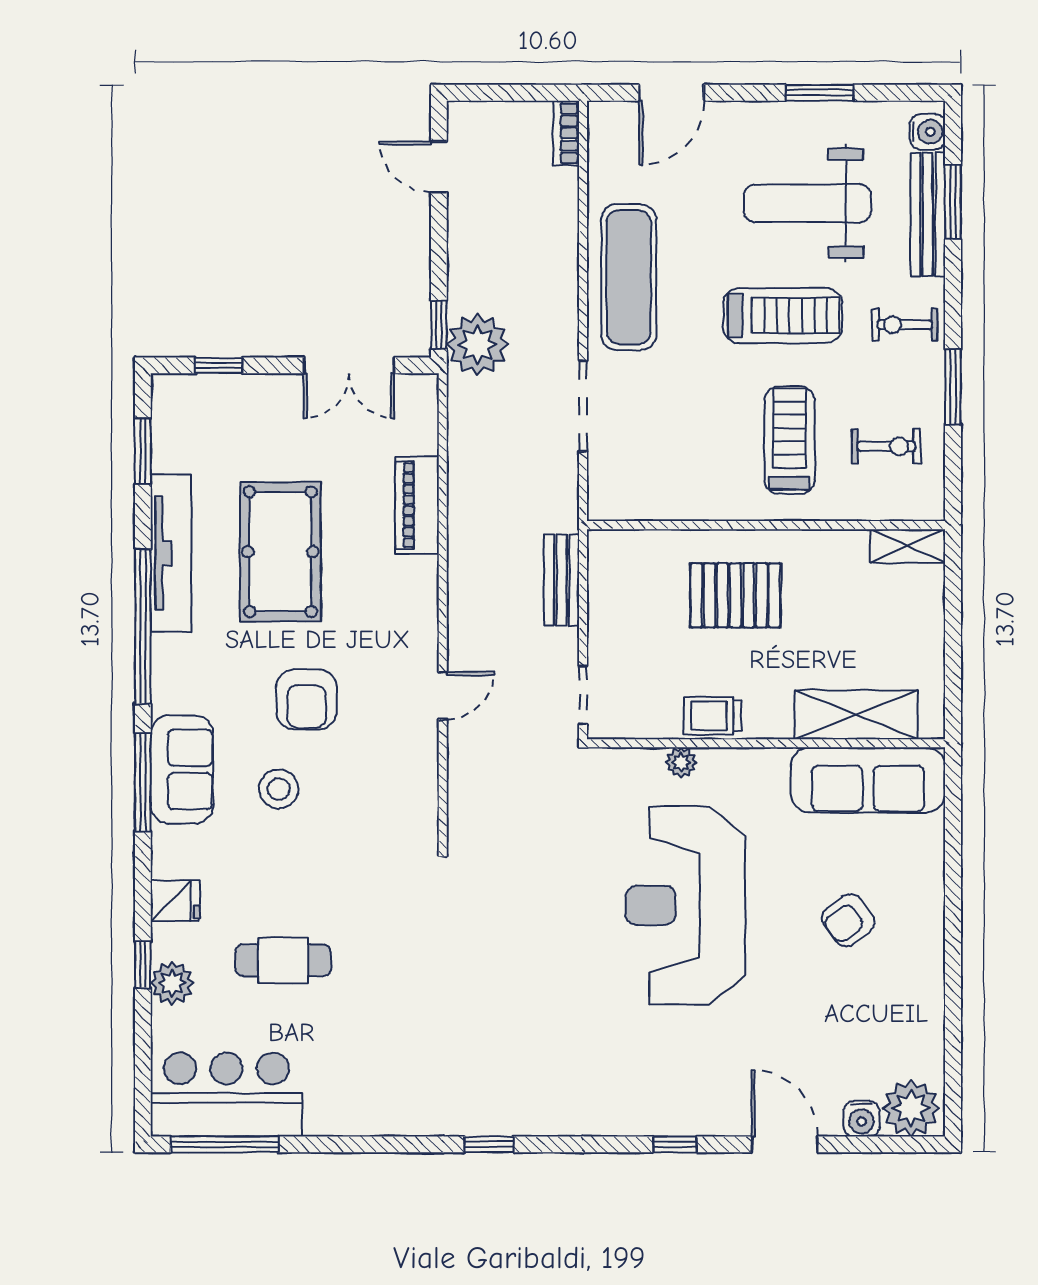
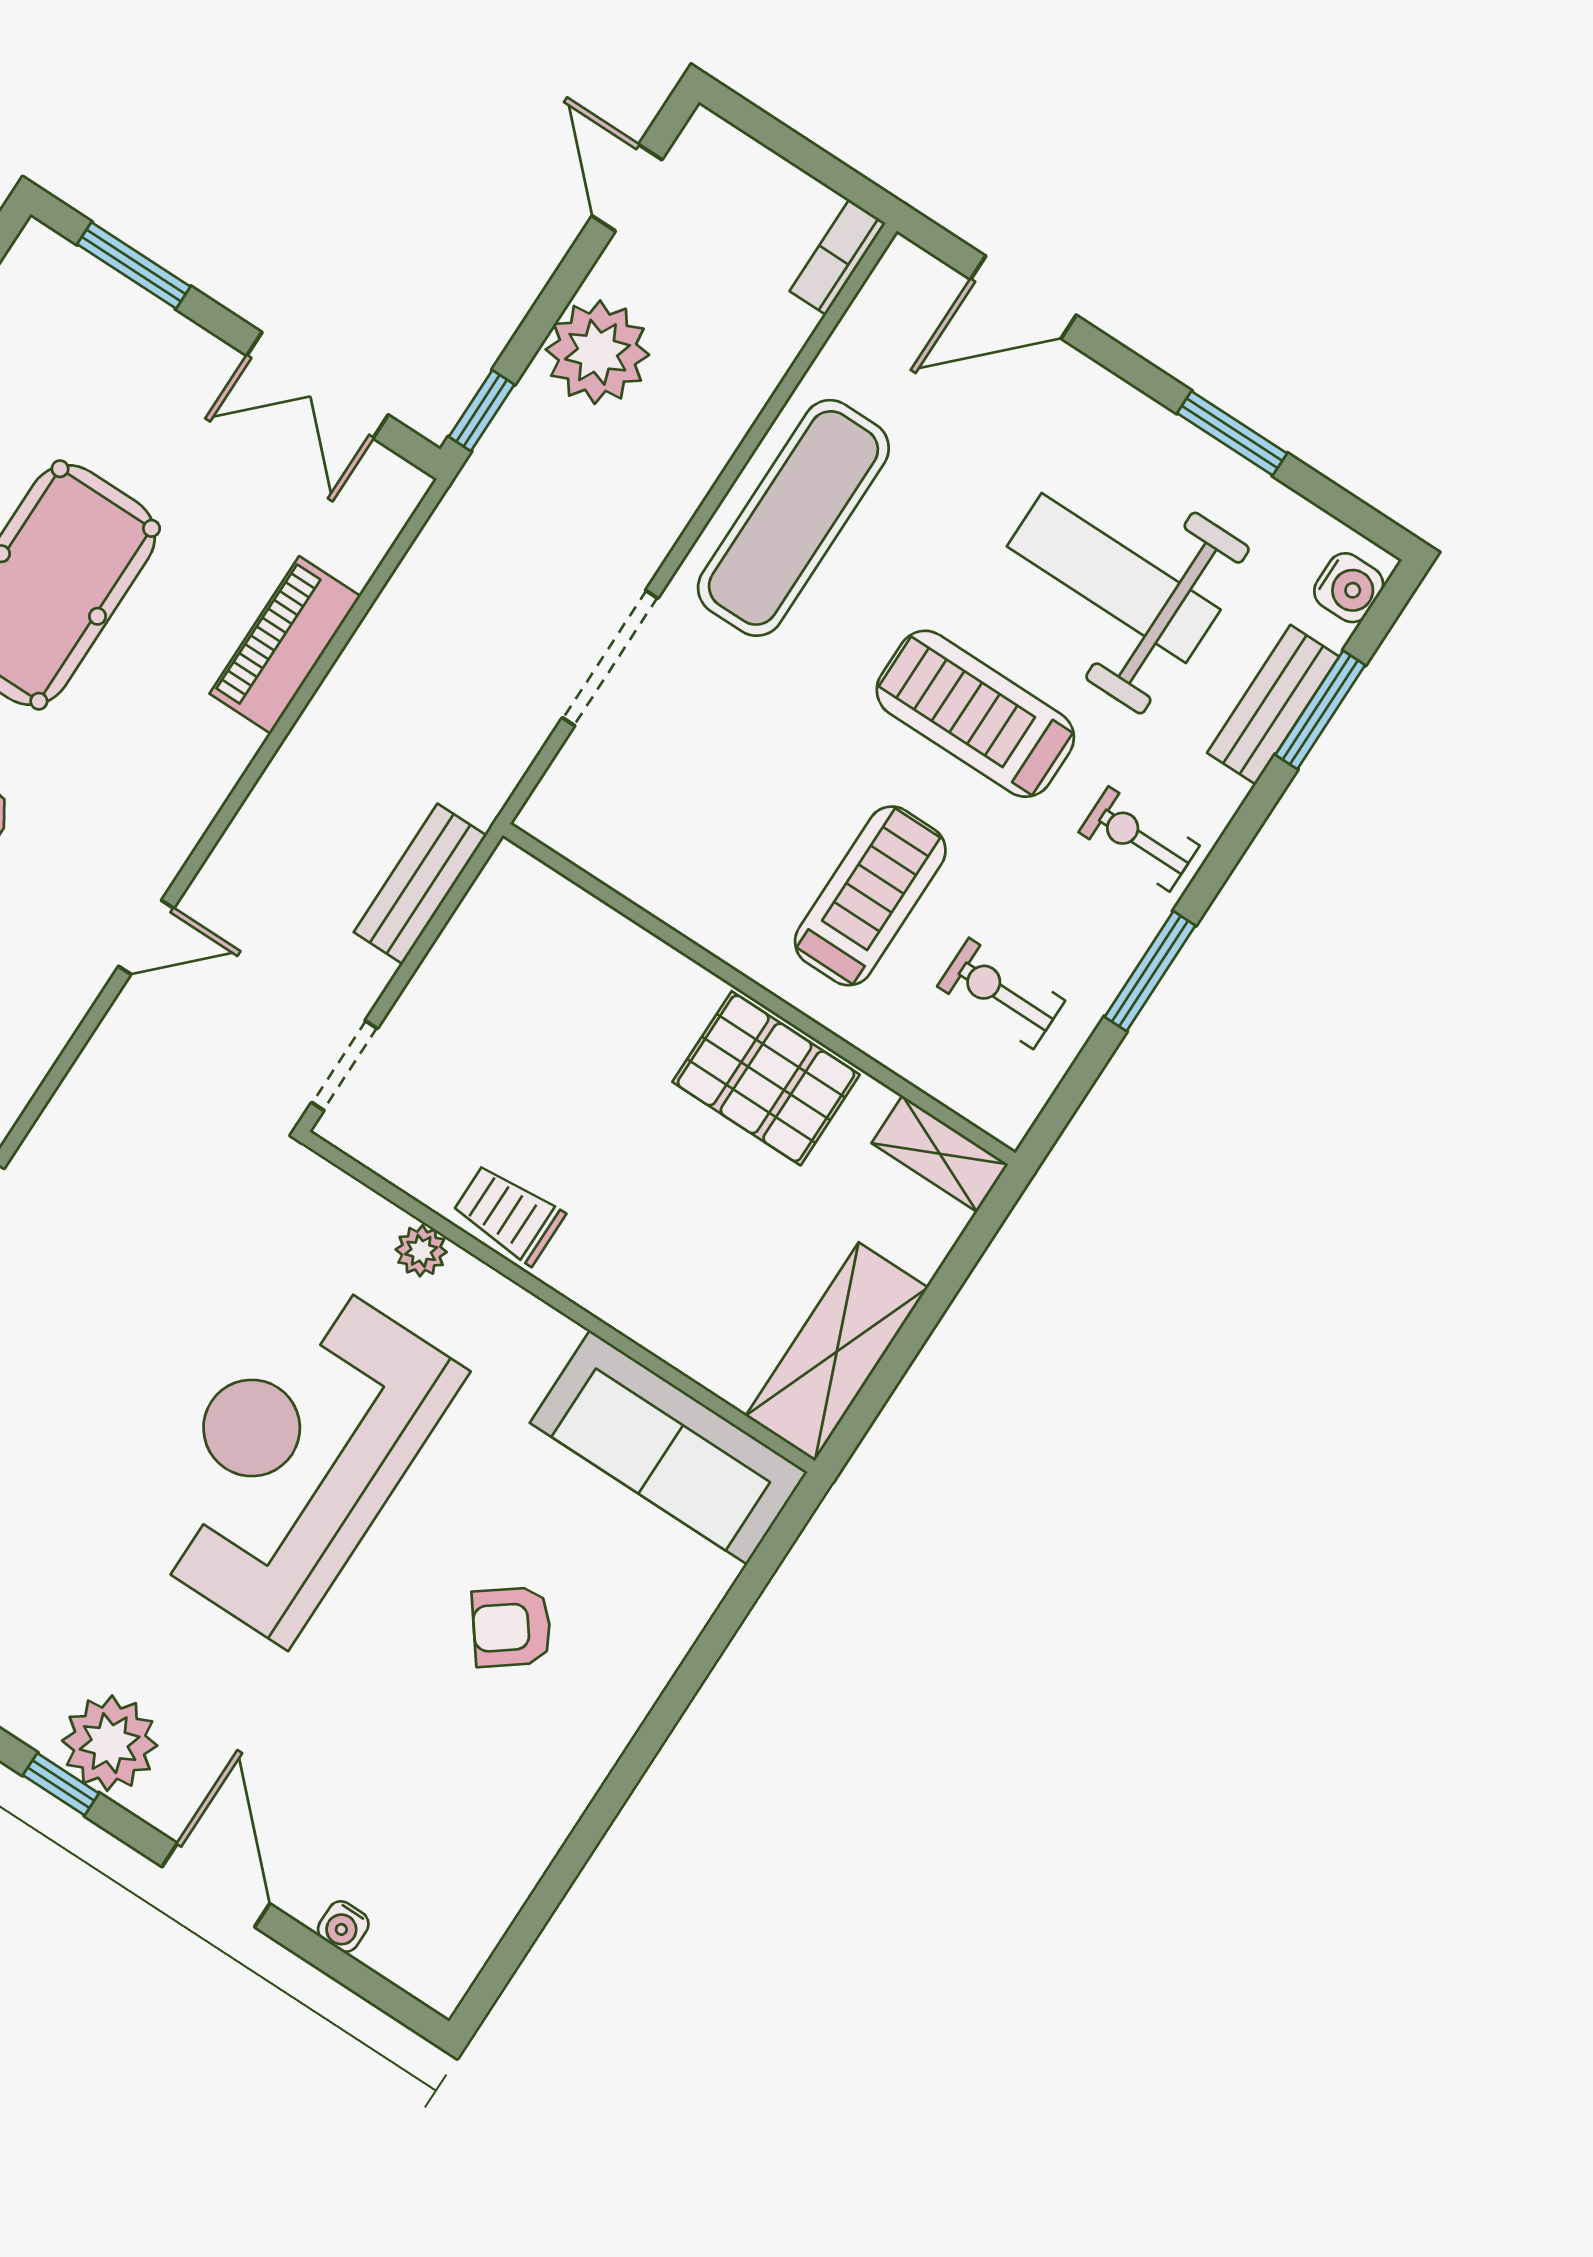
bench: (928, 214) -> (1273, 705), width x0.73
treadmill: (783, 316) -> (975, 714), turned 180
plant: (477, 345) -> (597, 352), moved
window: (219, 365) -> (134, 265), width x1.50
exercise bike: (886, 446) -> (1001, 993), turned 180
pallet: (736, 595) -> (766, 1078), moved
shelving: (856, 715) -> (837, 1352), moved, turned 90
plant: (911, 1108) -> (110, 1743), moved
water cooler: (862, 1119) -> (343, 1926), width x0.72, depth x0.72

